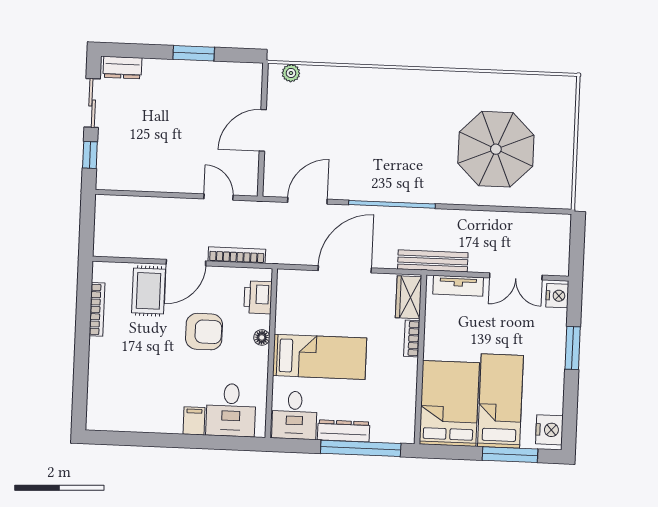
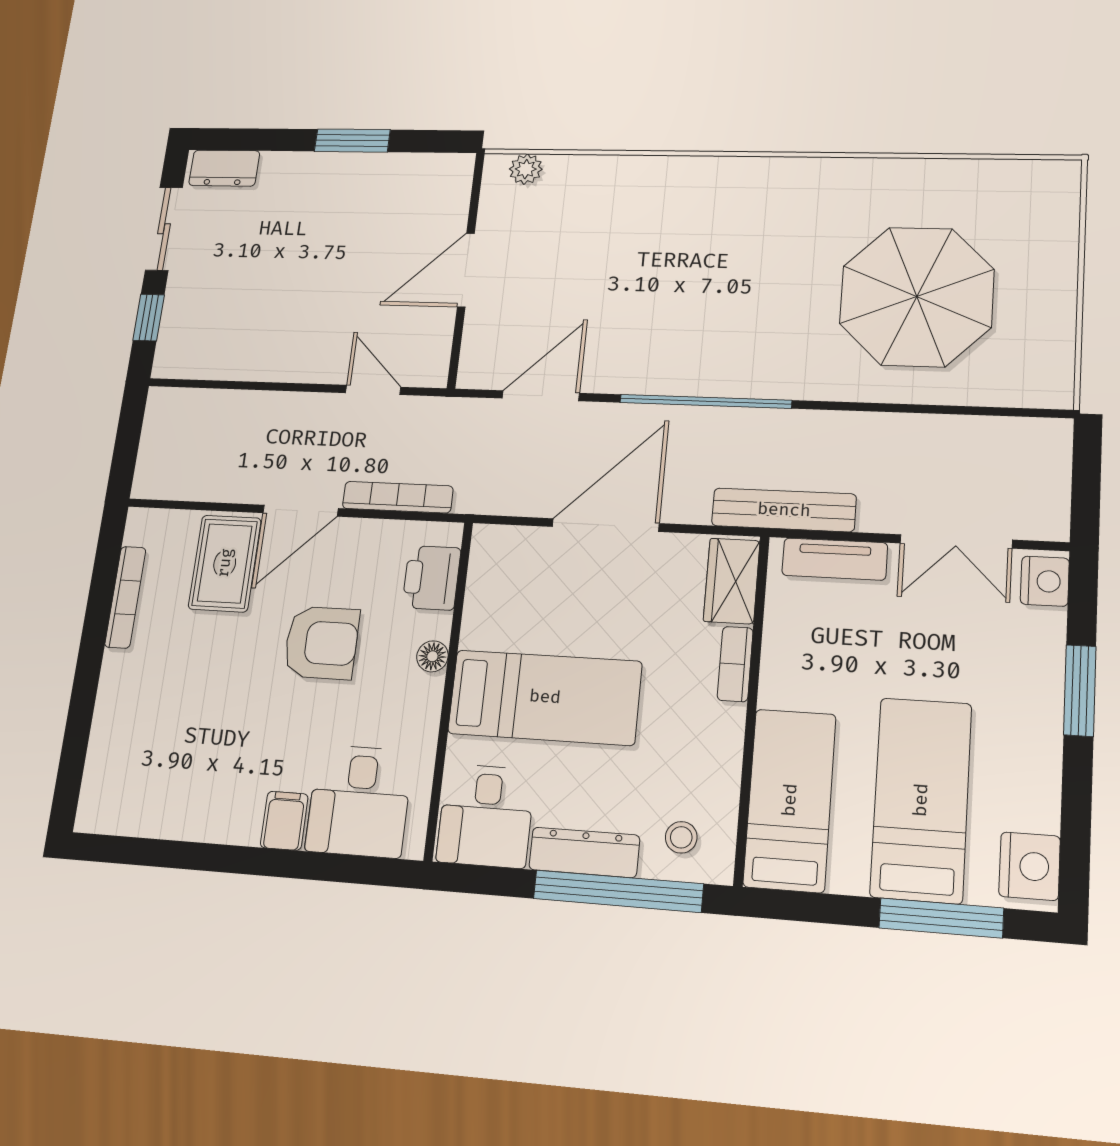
bed: (449, 403) -> (790, 800), width x0.67
stool: (389, 422) -> (681, 837), added

